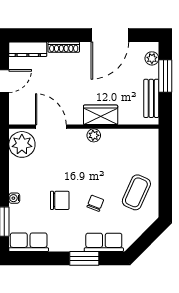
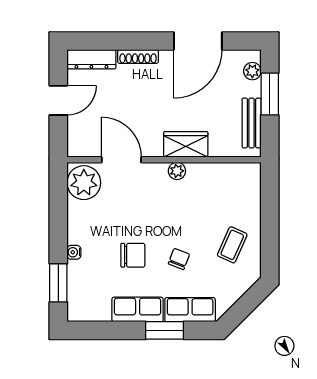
coffee table: (136, 192) -> (232, 245), width x0.73, depth x0.77
row of seats: (29, 242) -> (138, 309), moved

